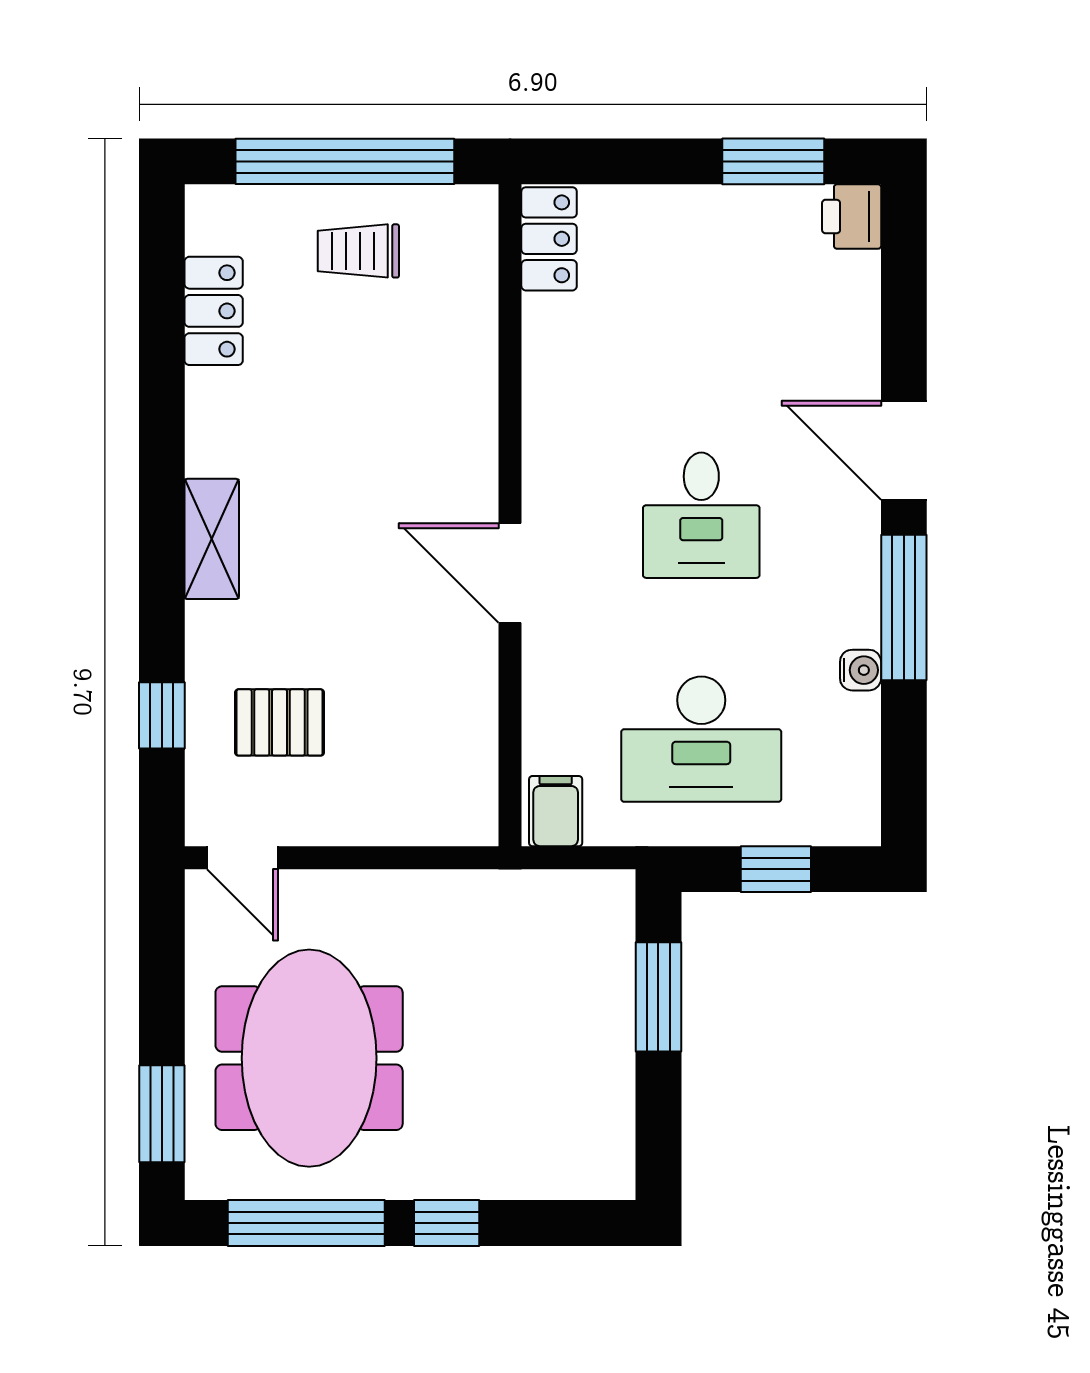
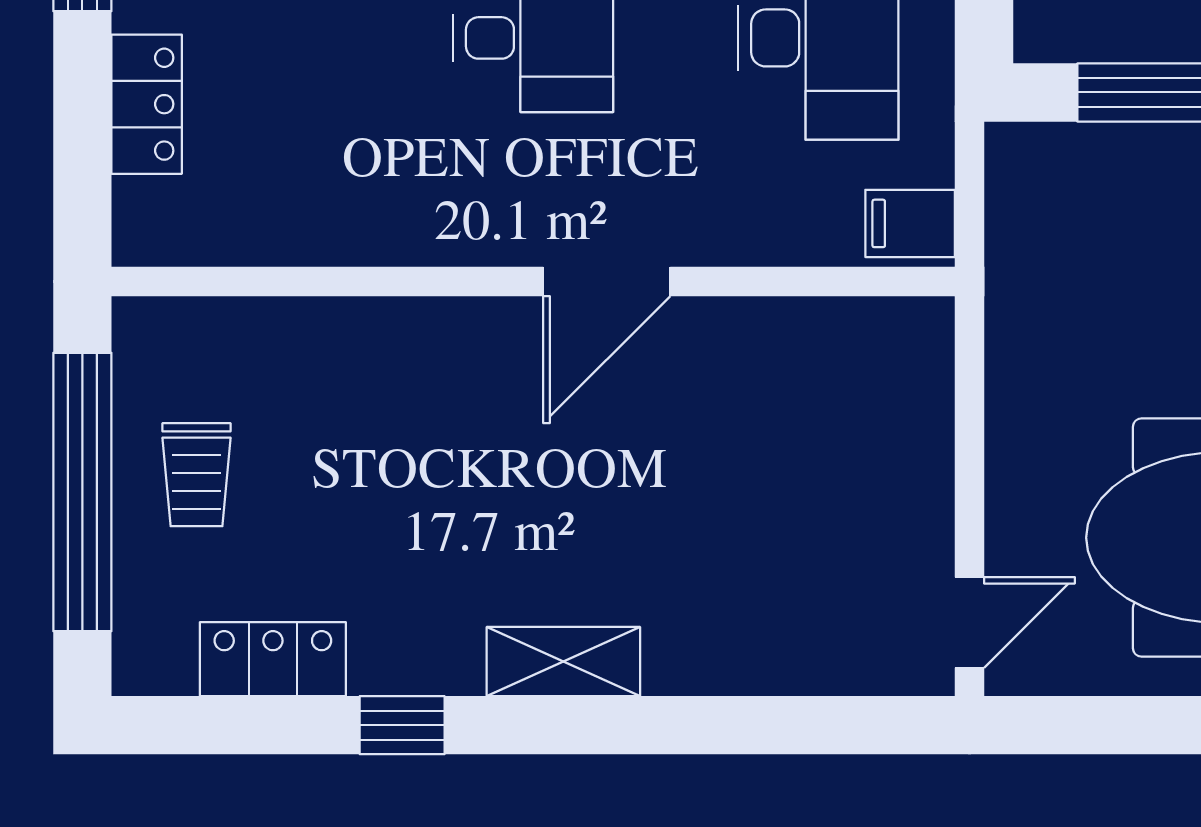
locker: (549, 239) -> (147, 104), moved, turned 90
window: (162, 715) -> (402, 725), moved
pallet: (280, 722) -> (797, 575), removed

